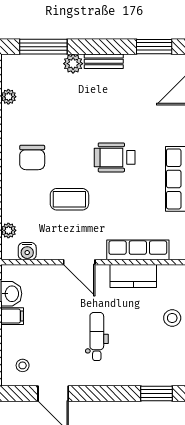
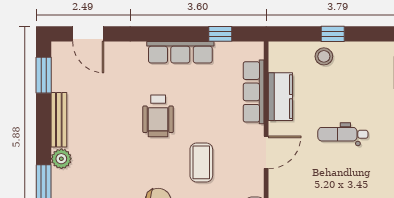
bench: (104, 61) -> (59, 120), width x1.36

